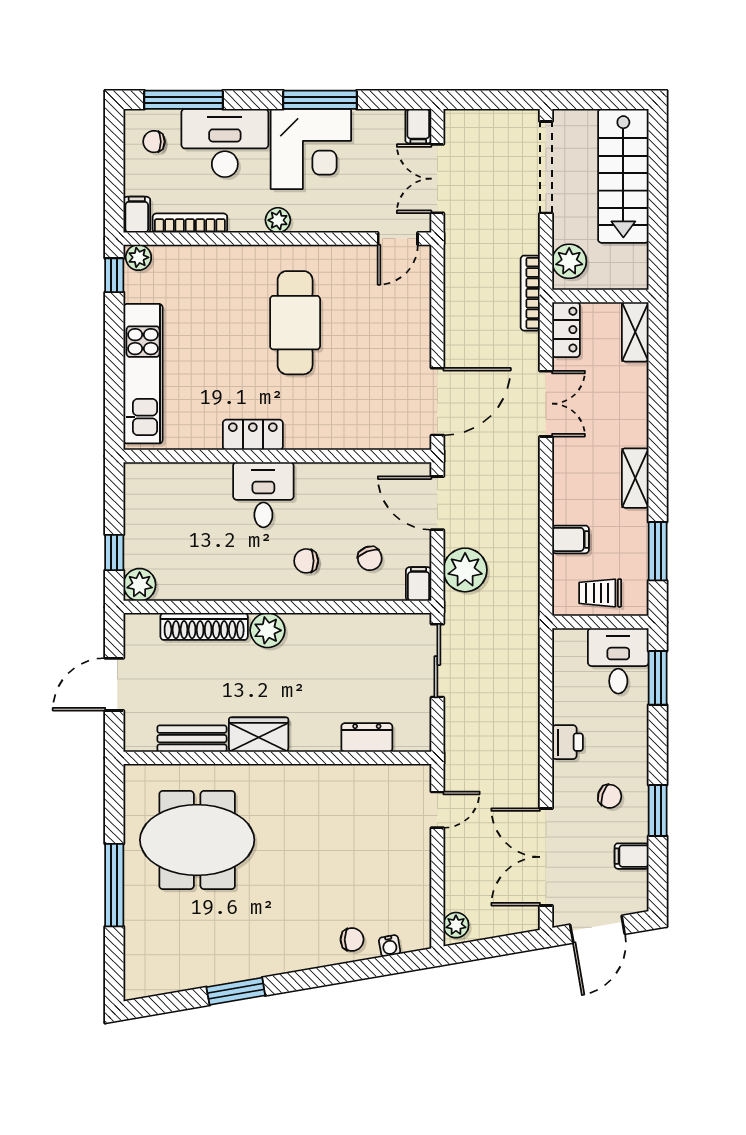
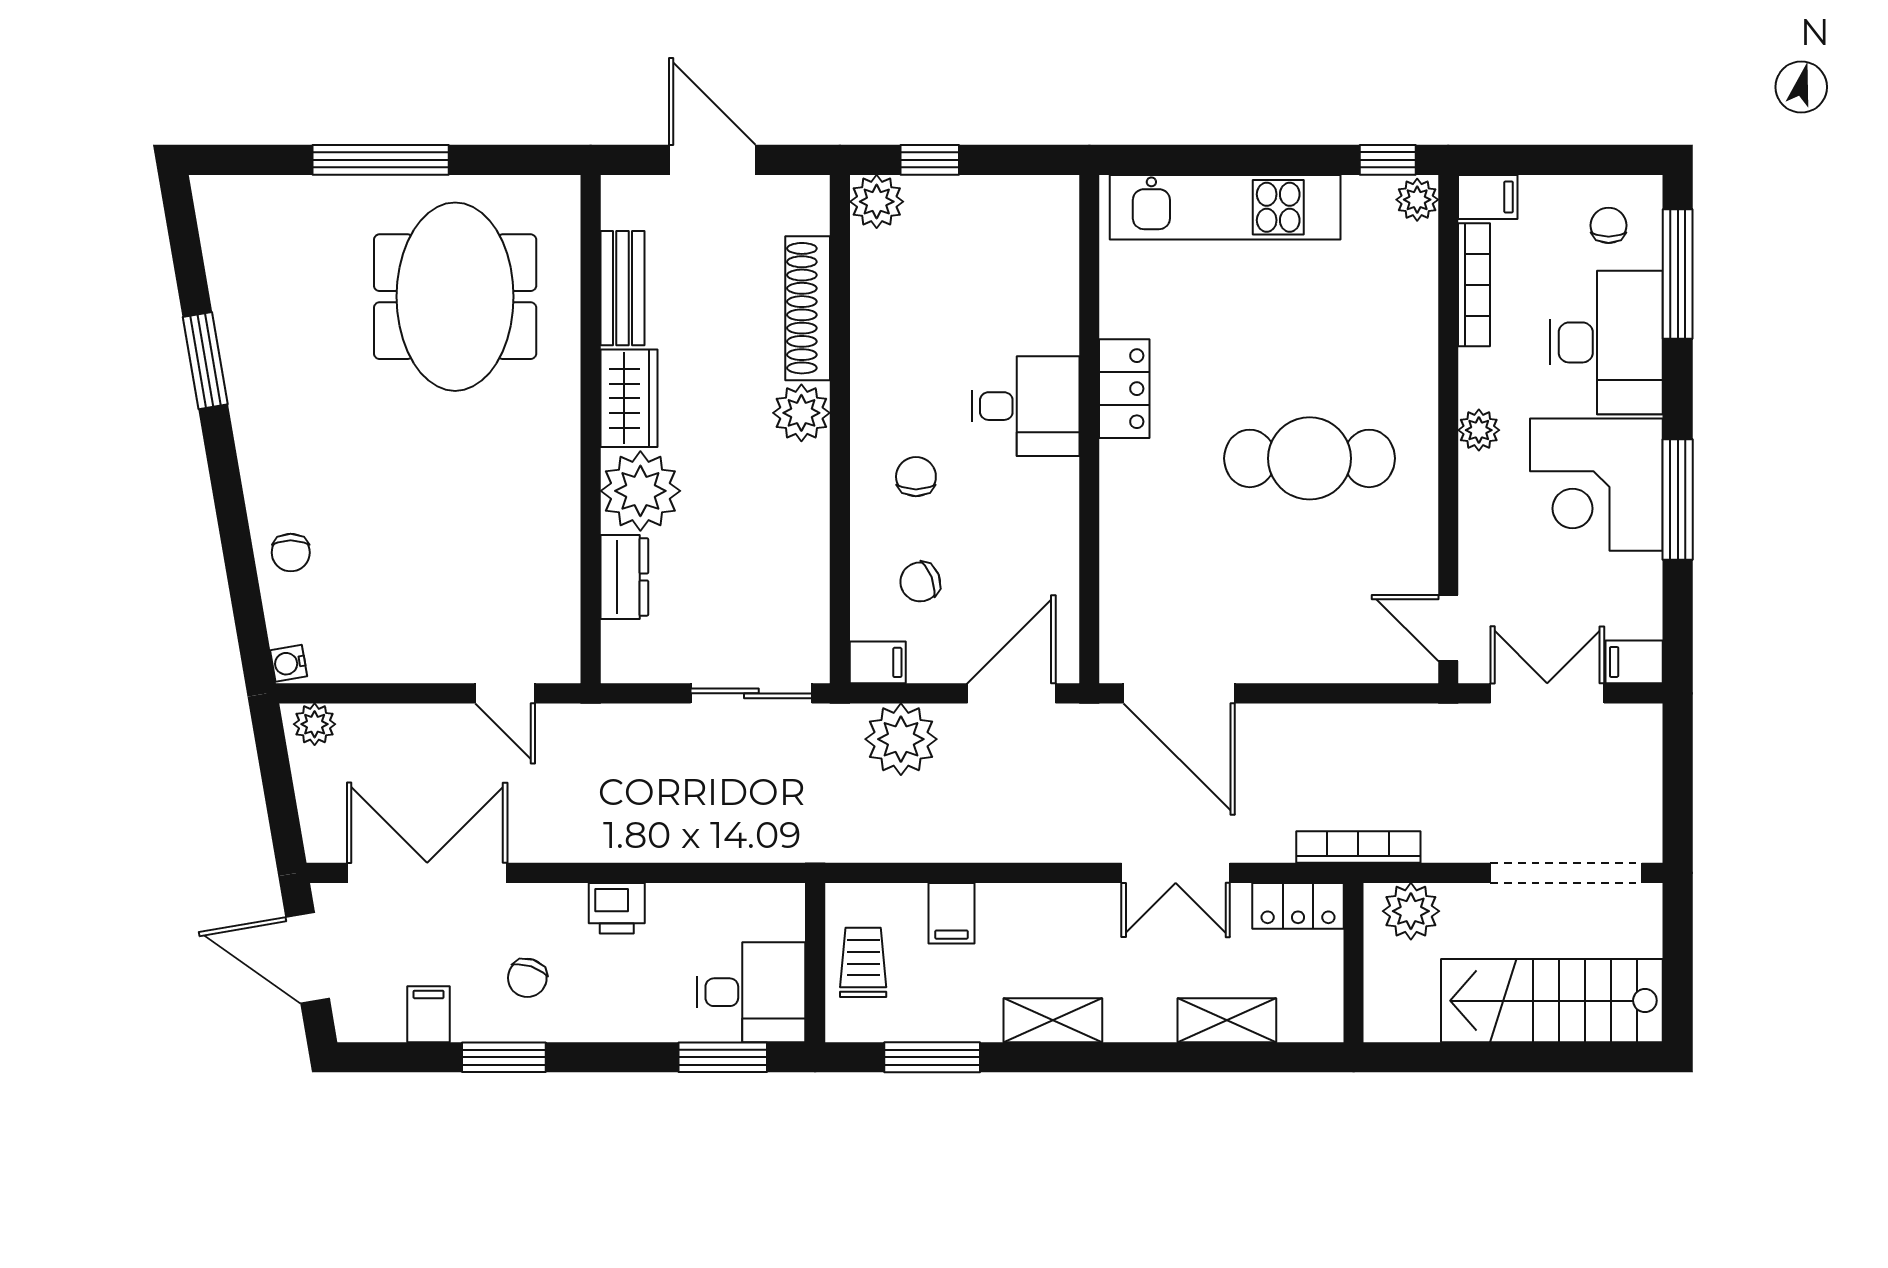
shelving: (635, 332) -> (1227, 1020), moved
plant: (315, 728) -> (640, 491), added
water cooler: (390, 946) -> (289, 663), moved

